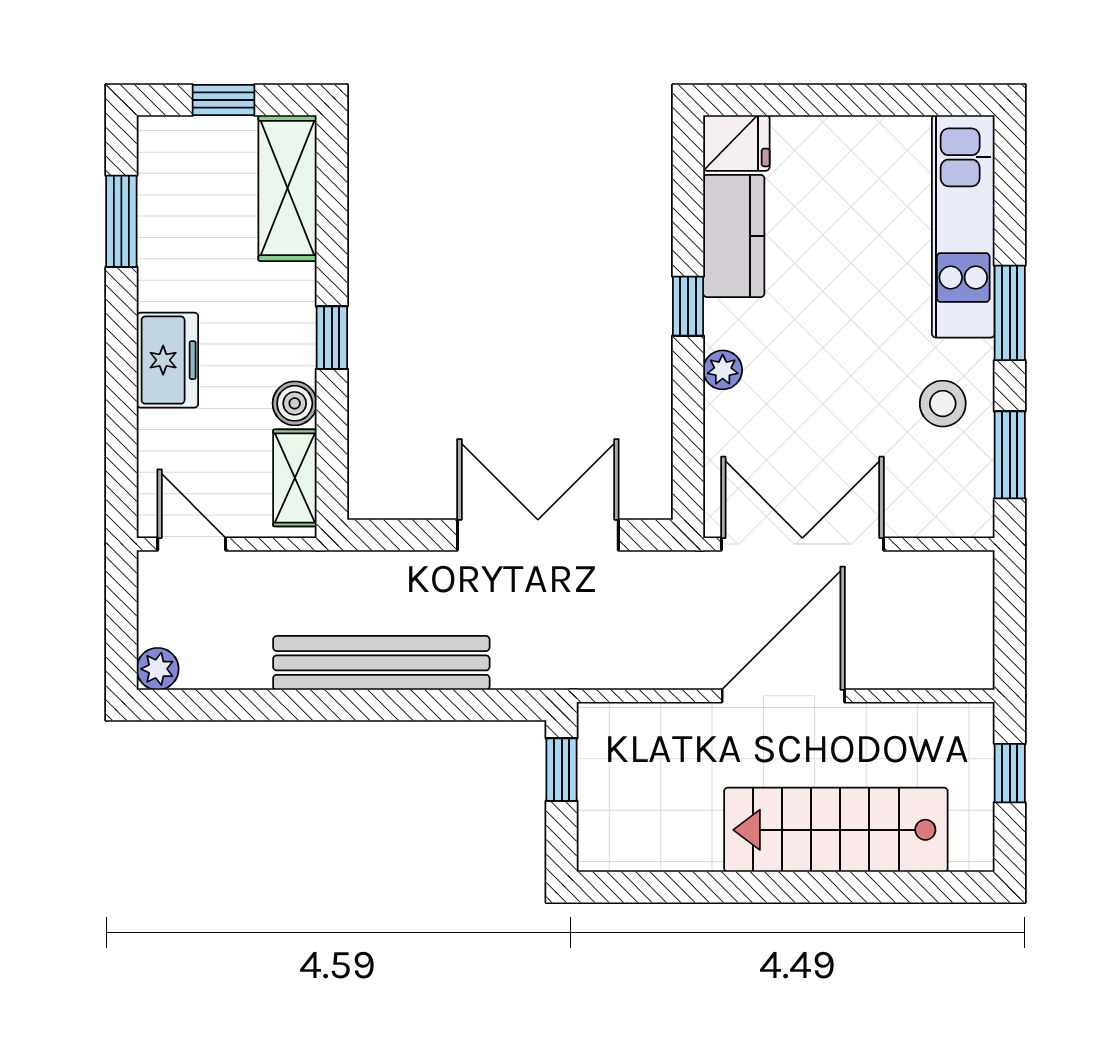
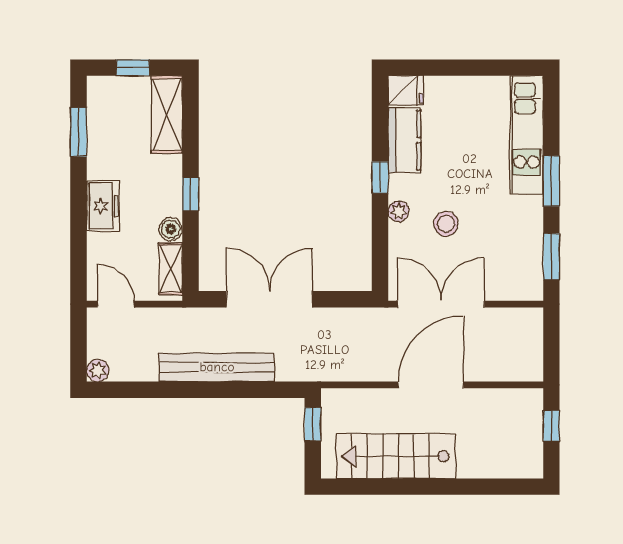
stool: (943, 404) -> (446, 224), moved
double door: (538, 535) -> (269, 299), moved
stairs: (836, 830) -> (396, 456), moved

